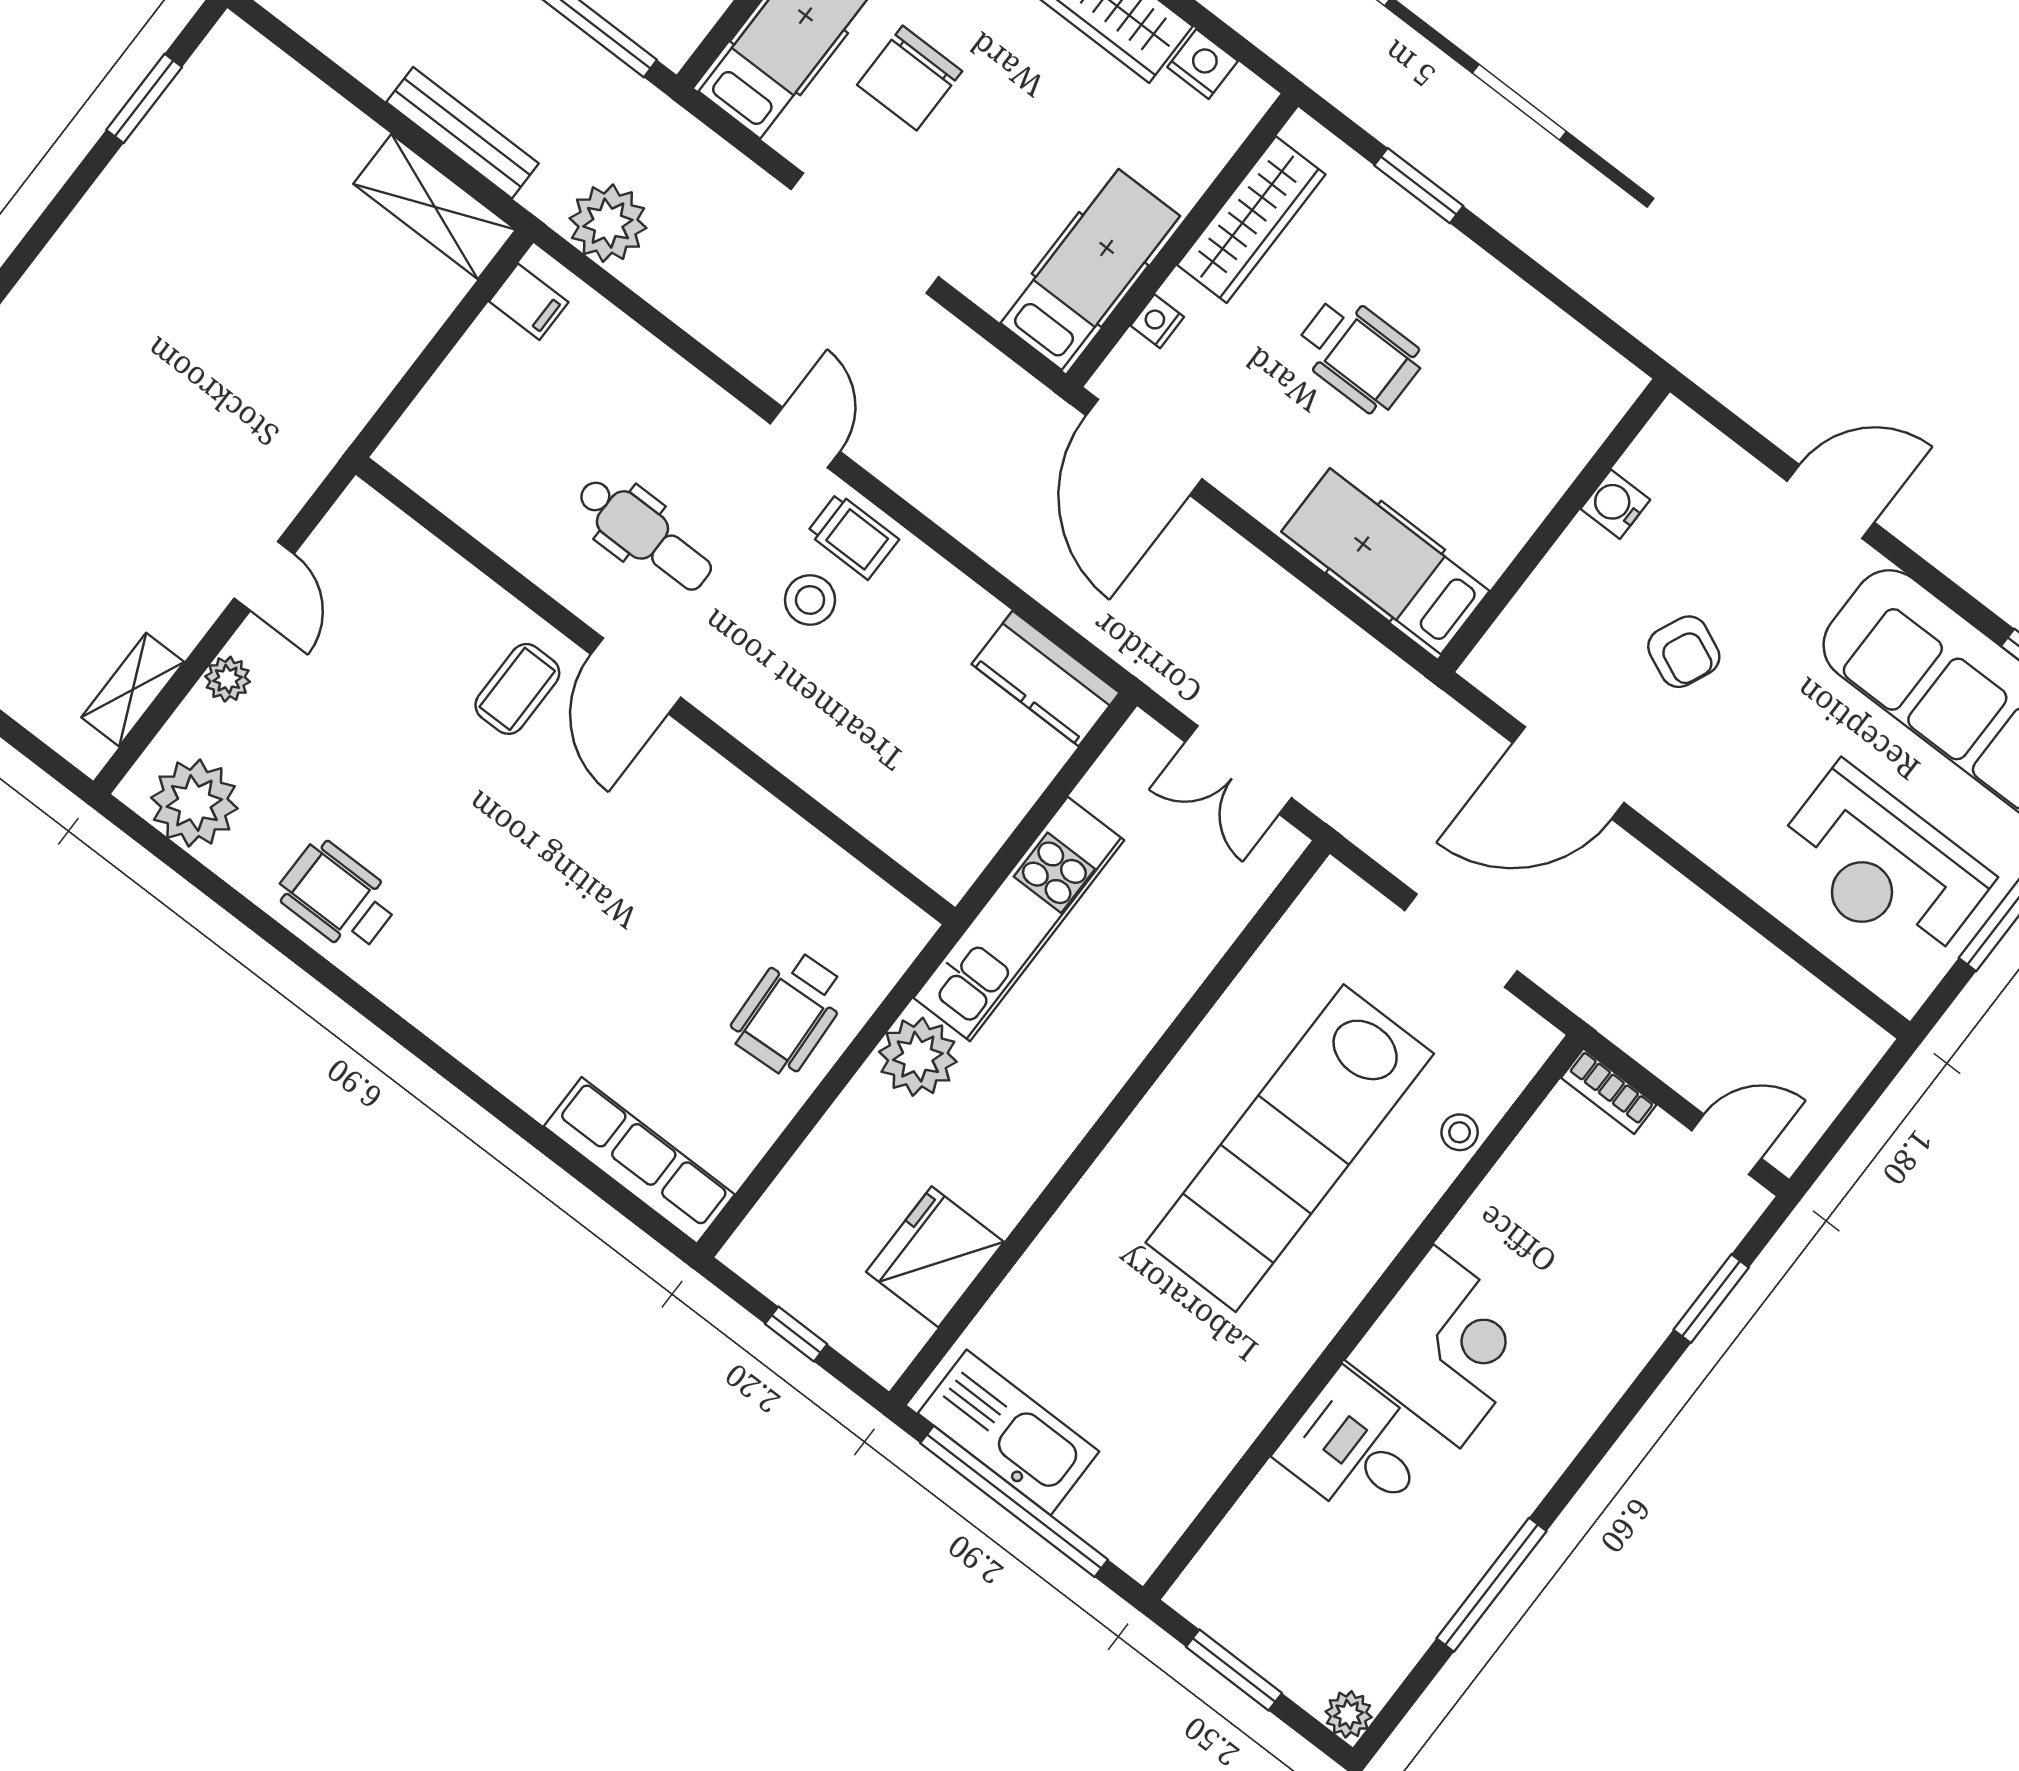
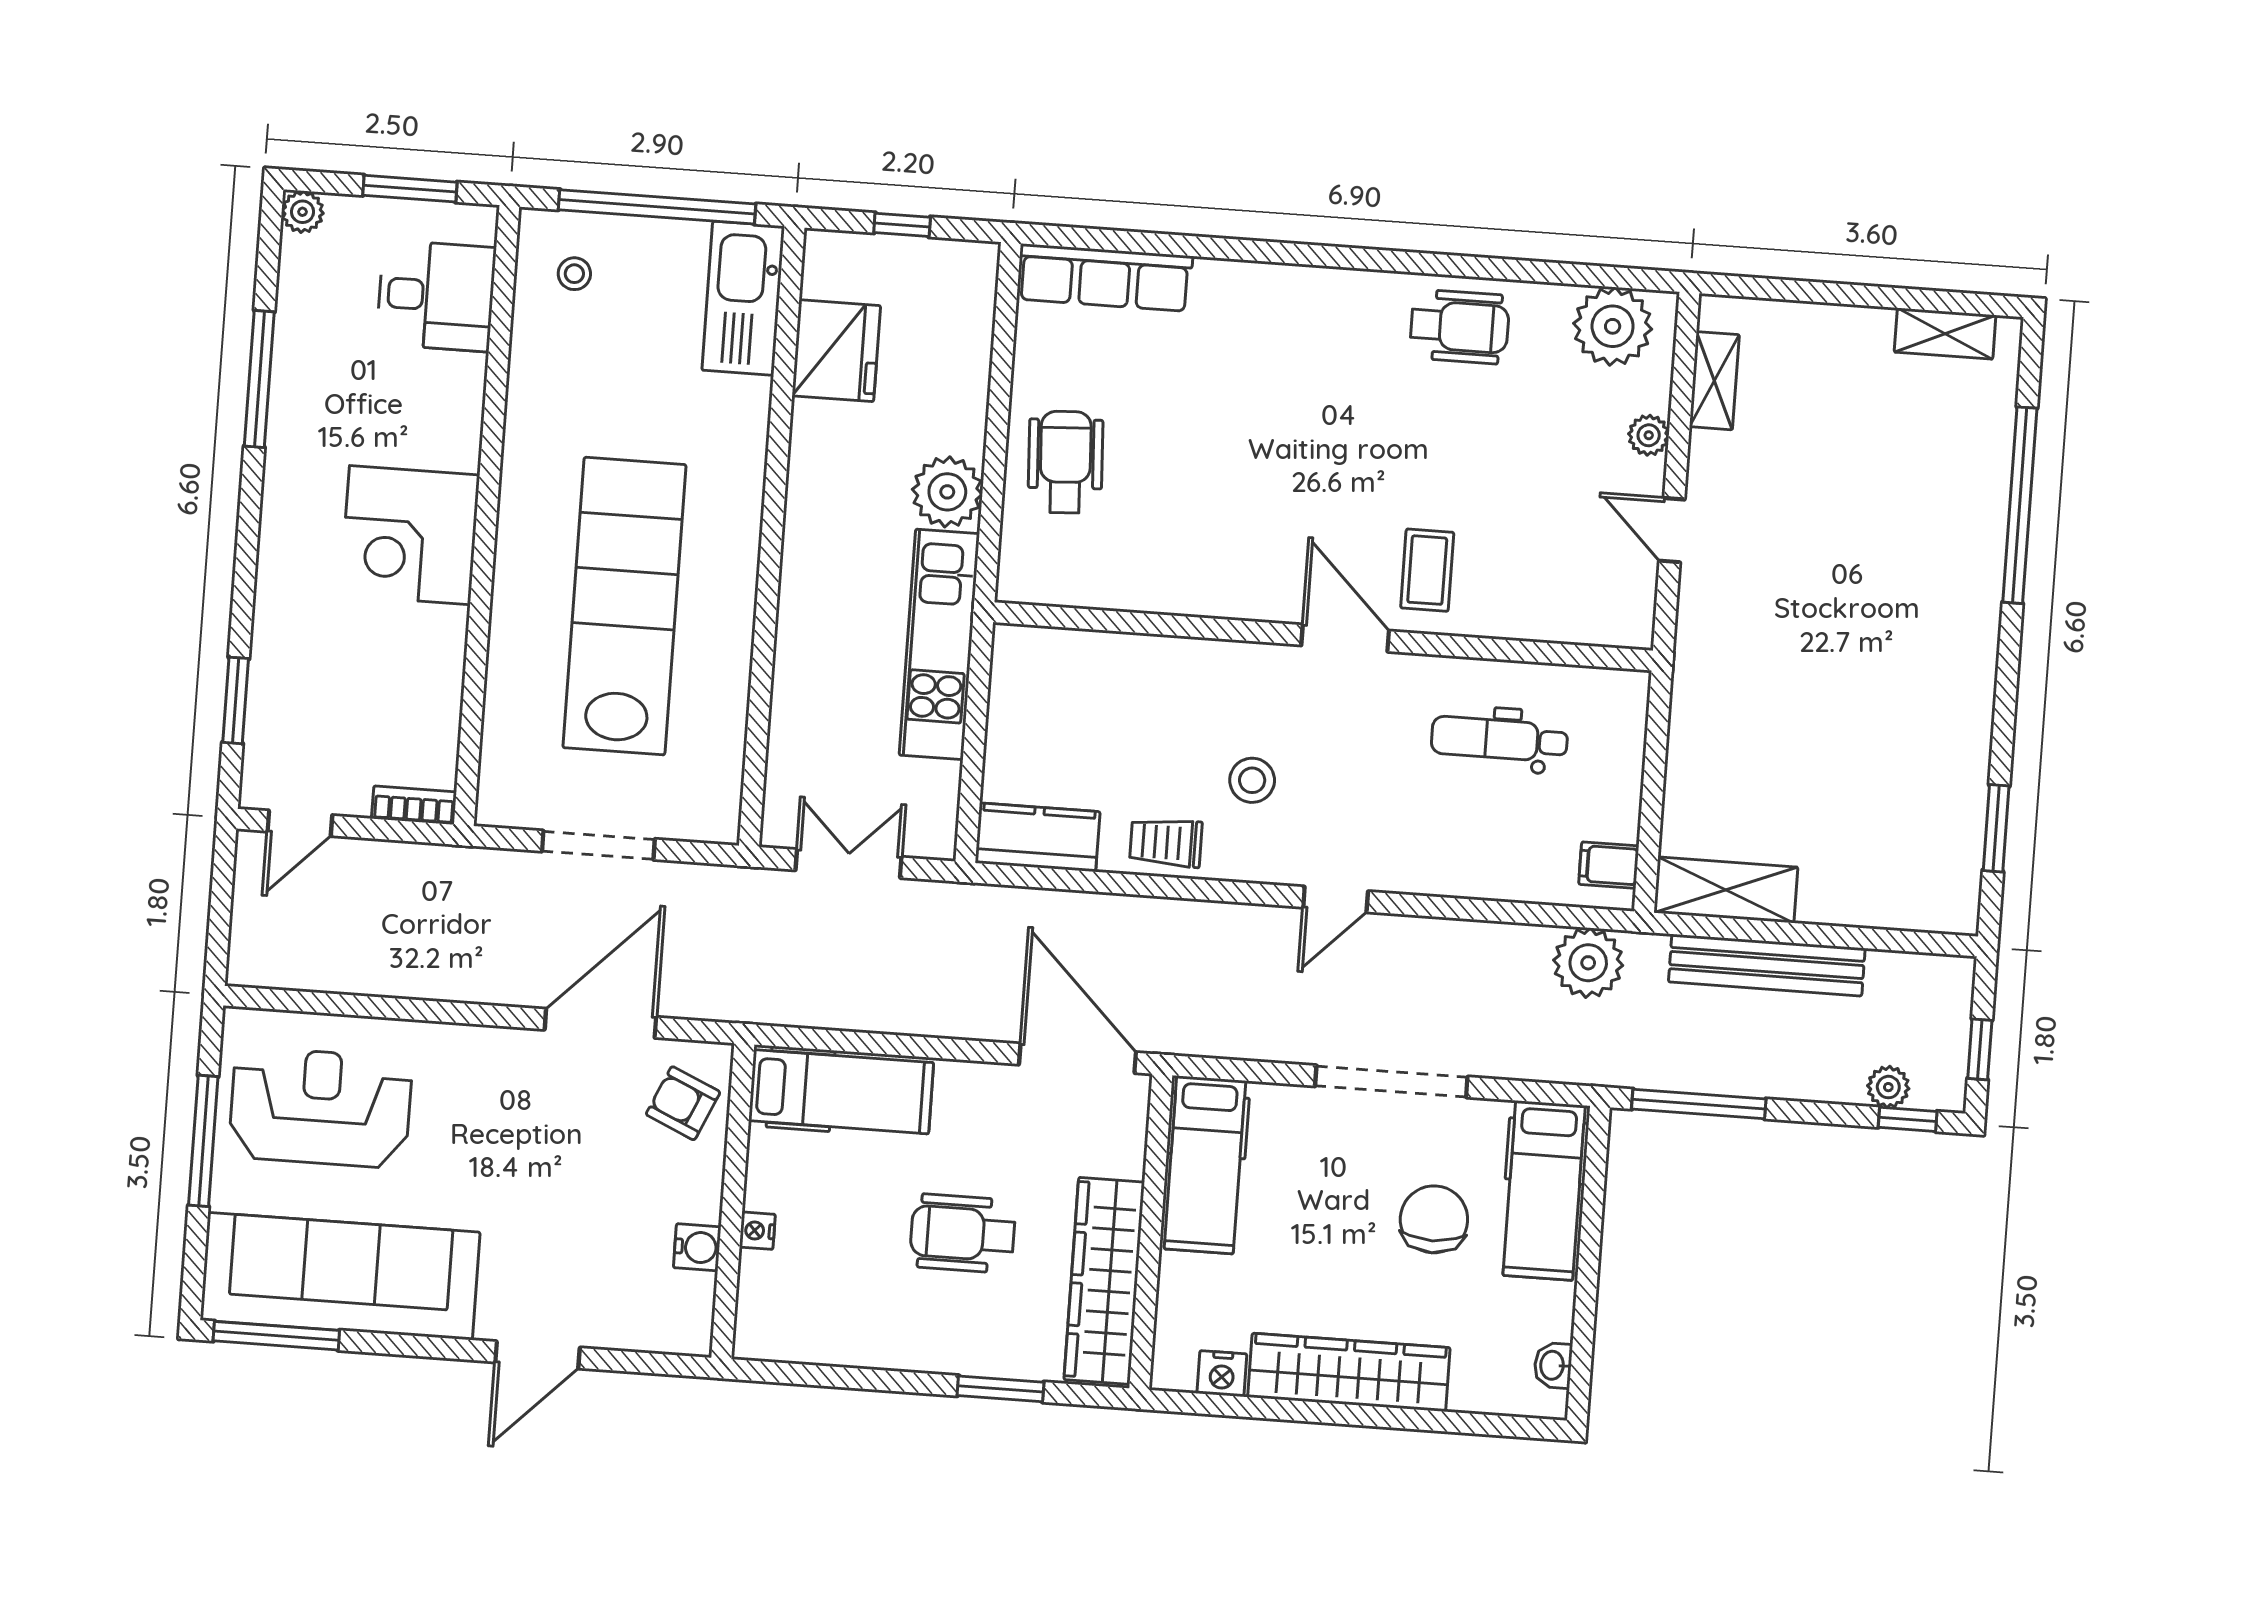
bench: (463, 133) -> (1767, 965), width x1.37, depth x1.21
wardrobe: (1251, 220) -> (1104, 1281), width x1.40, depth x1.17
nightstand: (1157, 321) -> (757, 1231), moved, turned 180
door: (805, 437) -> (1336, 899), hinge flipped
dental chair: (644, 534) -> (1499, 739), moved
trolley: (853, 536) -> (1166, 842), moved
armchair: (1684, 652) -> (683, 1103), moved
stool: (1460, 1132) -> (574, 274), moved
kitchen sink: (1009, 1432) -> (743, 298), moved, turned 90
desk: (1356, 1448) -> (436, 296), moved

